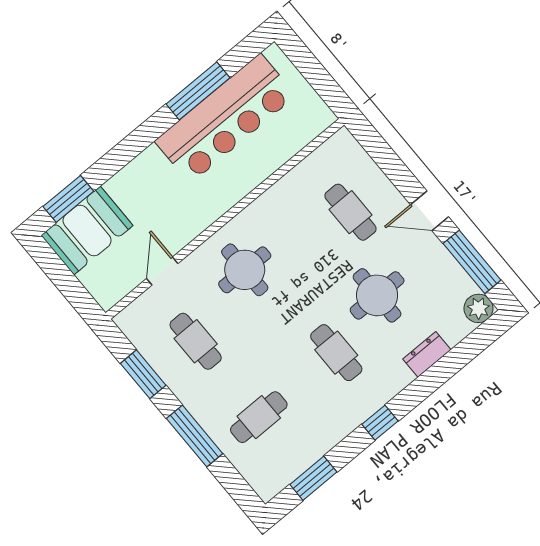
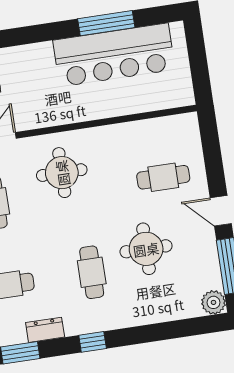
cafe table: (351, 212) -> (163, 177), turned 90
dresser: (427, 354) -> (45, 330), moved

